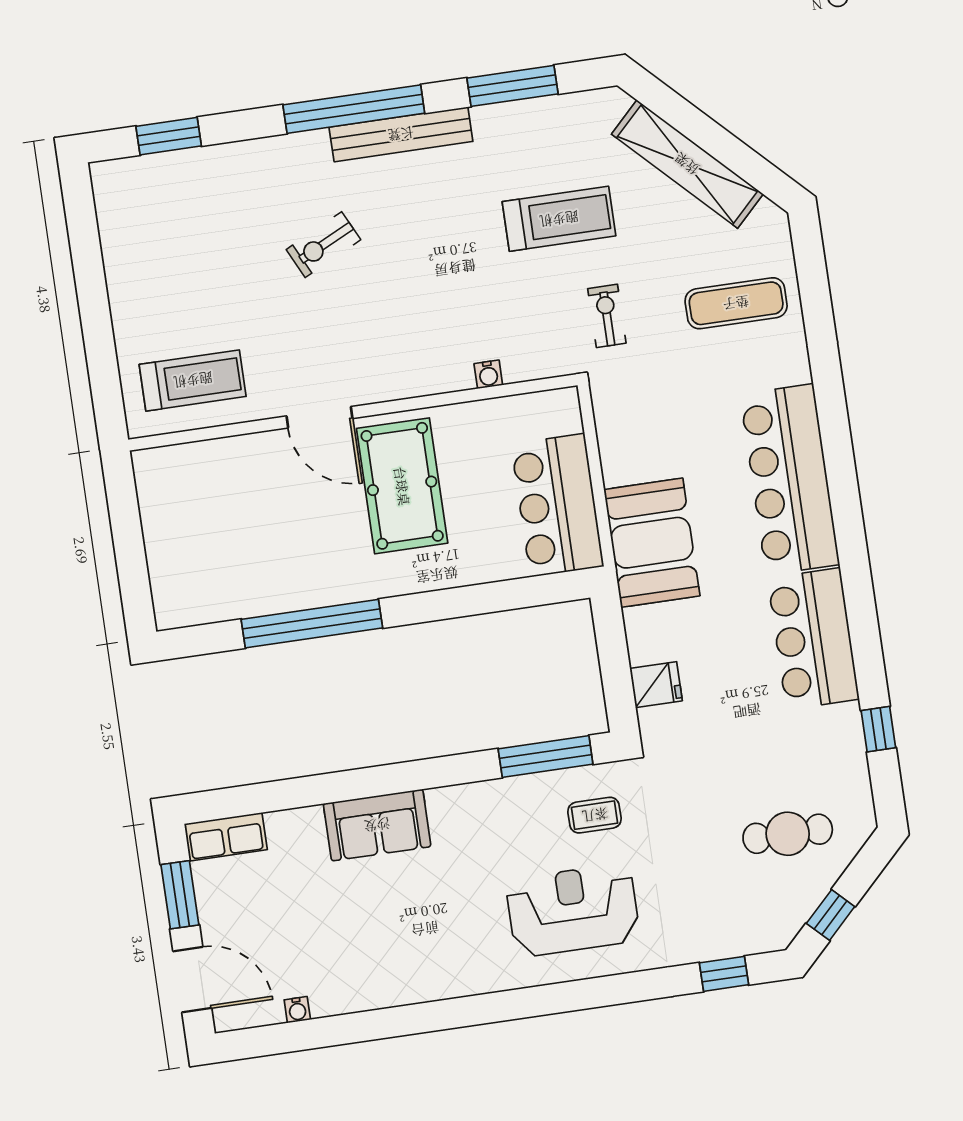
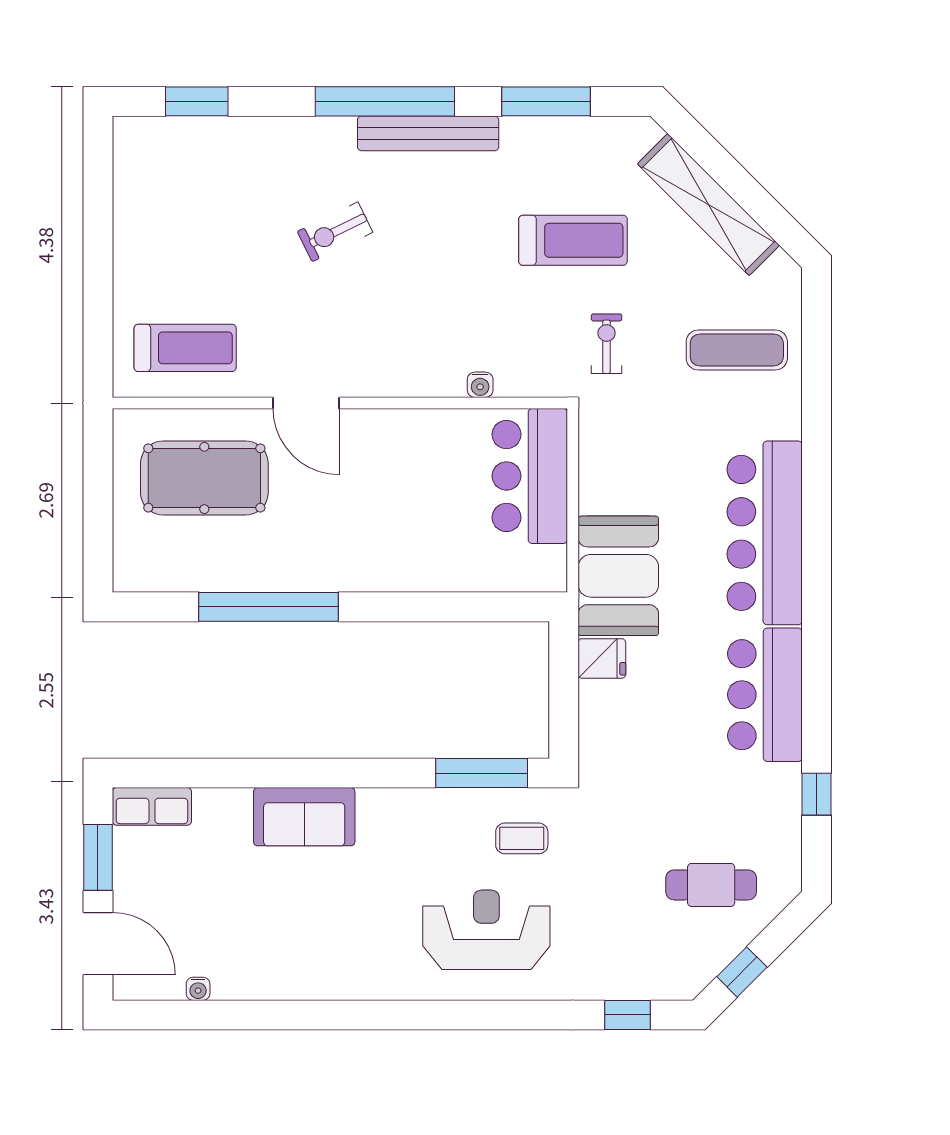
pool table: (402, 486) -> (204, 478), moved, turned 90
bar counter: (557, 505) -> (530, 476), moved
fridge: (656, 685) -> (602, 658), moved

